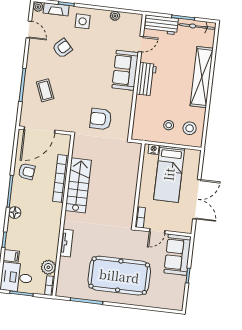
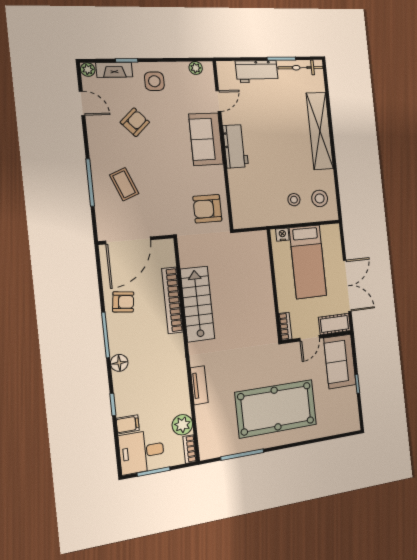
door: (141, 44) -> (218, 101), moved
sofa: (125, 70) -> (206, 139), moved
wall: (137, 77) -> (223, 145), moved
workbench: (146, 79) -> (236, 146), moved
cot: (180, 226) -> (334, 324), added

